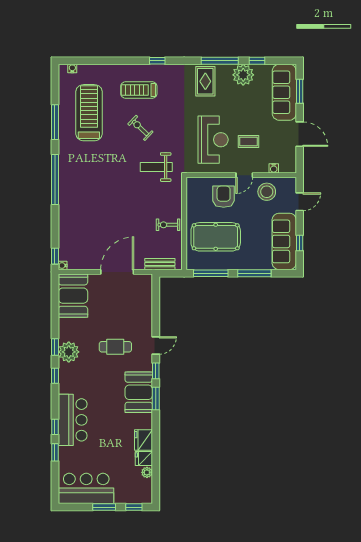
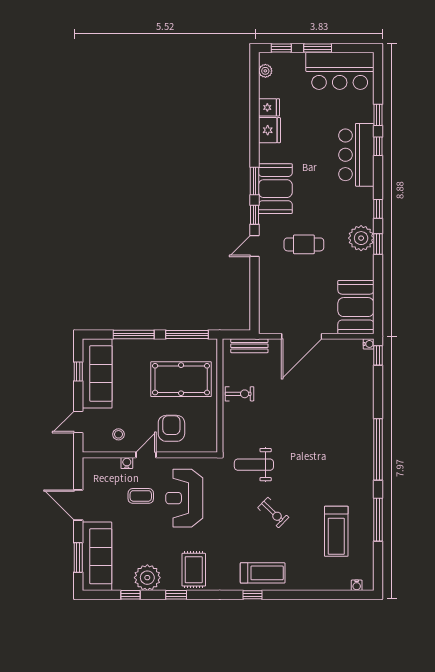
window: (220, 61) -> (176, 595), width x0.46
treadmill: (139, 90) -> (263, 573), moved
treadmill: (89, 113) -> (336, 531), width x0.73, depth x0.73
weight bench: (156, 167) -> (254, 465), turned 180
water cooler: (274, 168) -> (127, 463), moved
stool: (267, 192) -> (118, 434), width x0.53, depth x0.53
armchair: (224, 197) -> (171, 428), turned 180
plant: (147, 472) -> (265, 71), moved

